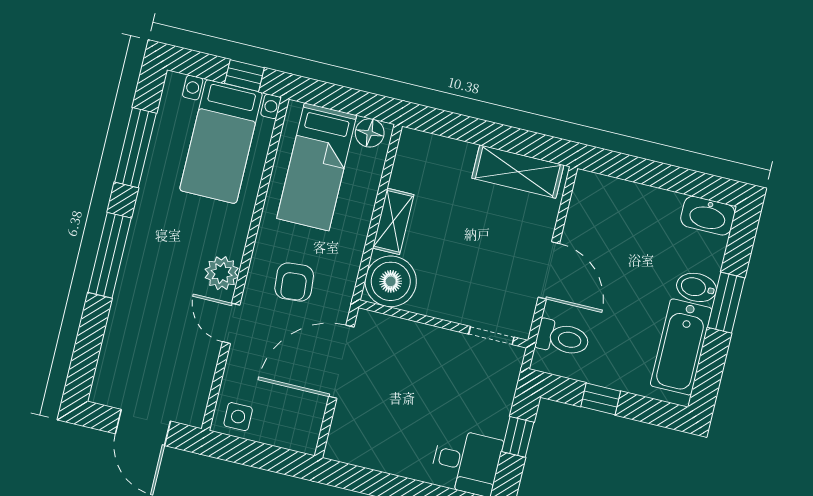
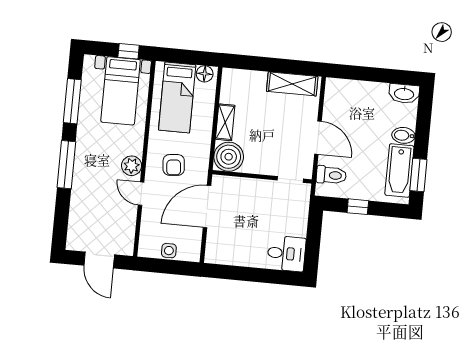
window: (726, 303) -> (418, 175), moved
side table: (238, 417) -> (169, 251), moved
window: (518, 437) -> (314, 235), removed

